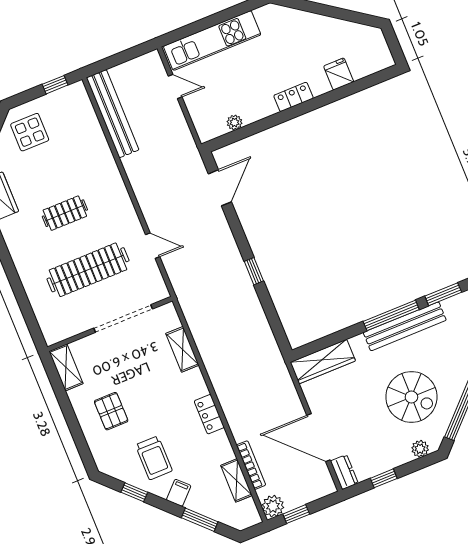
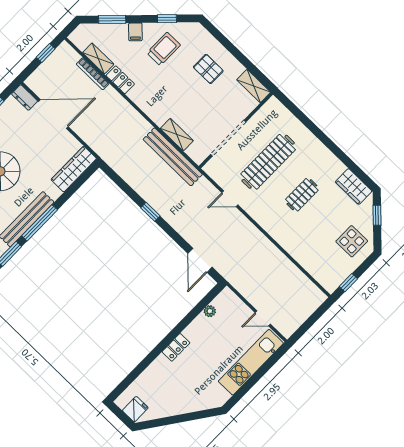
fridge: (339, 74) -> (135, 409), moved, turned -90
bench: (113, 114) -> (173, 157), moved
locker: (209, 414) -> (120, 80), moved
trolley: (154, 458) -> (164, 49), turned 90
plant: (273, 506) -> (65, 52), removed

